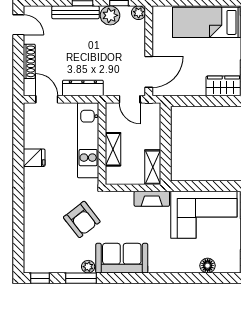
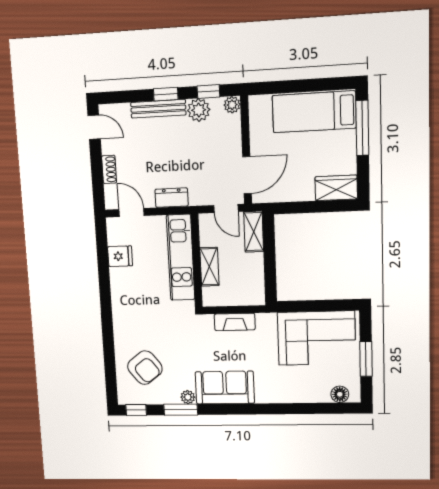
shoe rack: (29, 61) -> (109, 169), width x0.70
dresser: (83, 88) -> (172, 198), width x0.70
fridge: (34, 158) -> (120, 256), moved
shelving: (153, 167) -> (254, 232), moved
fireplace: (152, 199) -> (235, 322), moved
armchair: (82, 219) -> (145, 368), moved
floor lamp: (208, 266) -> (340, 394), moved

